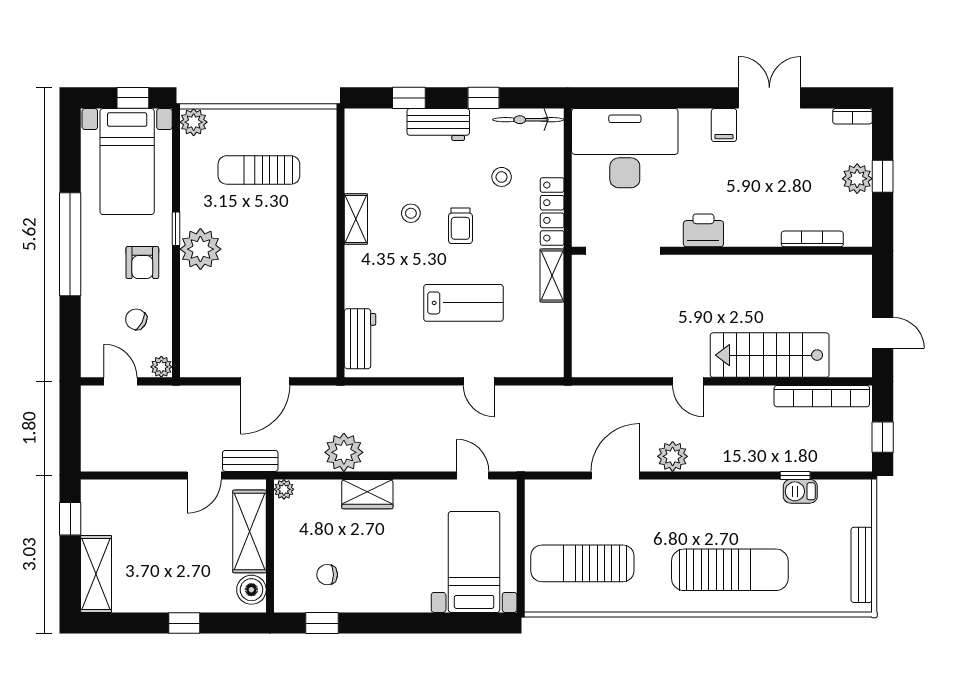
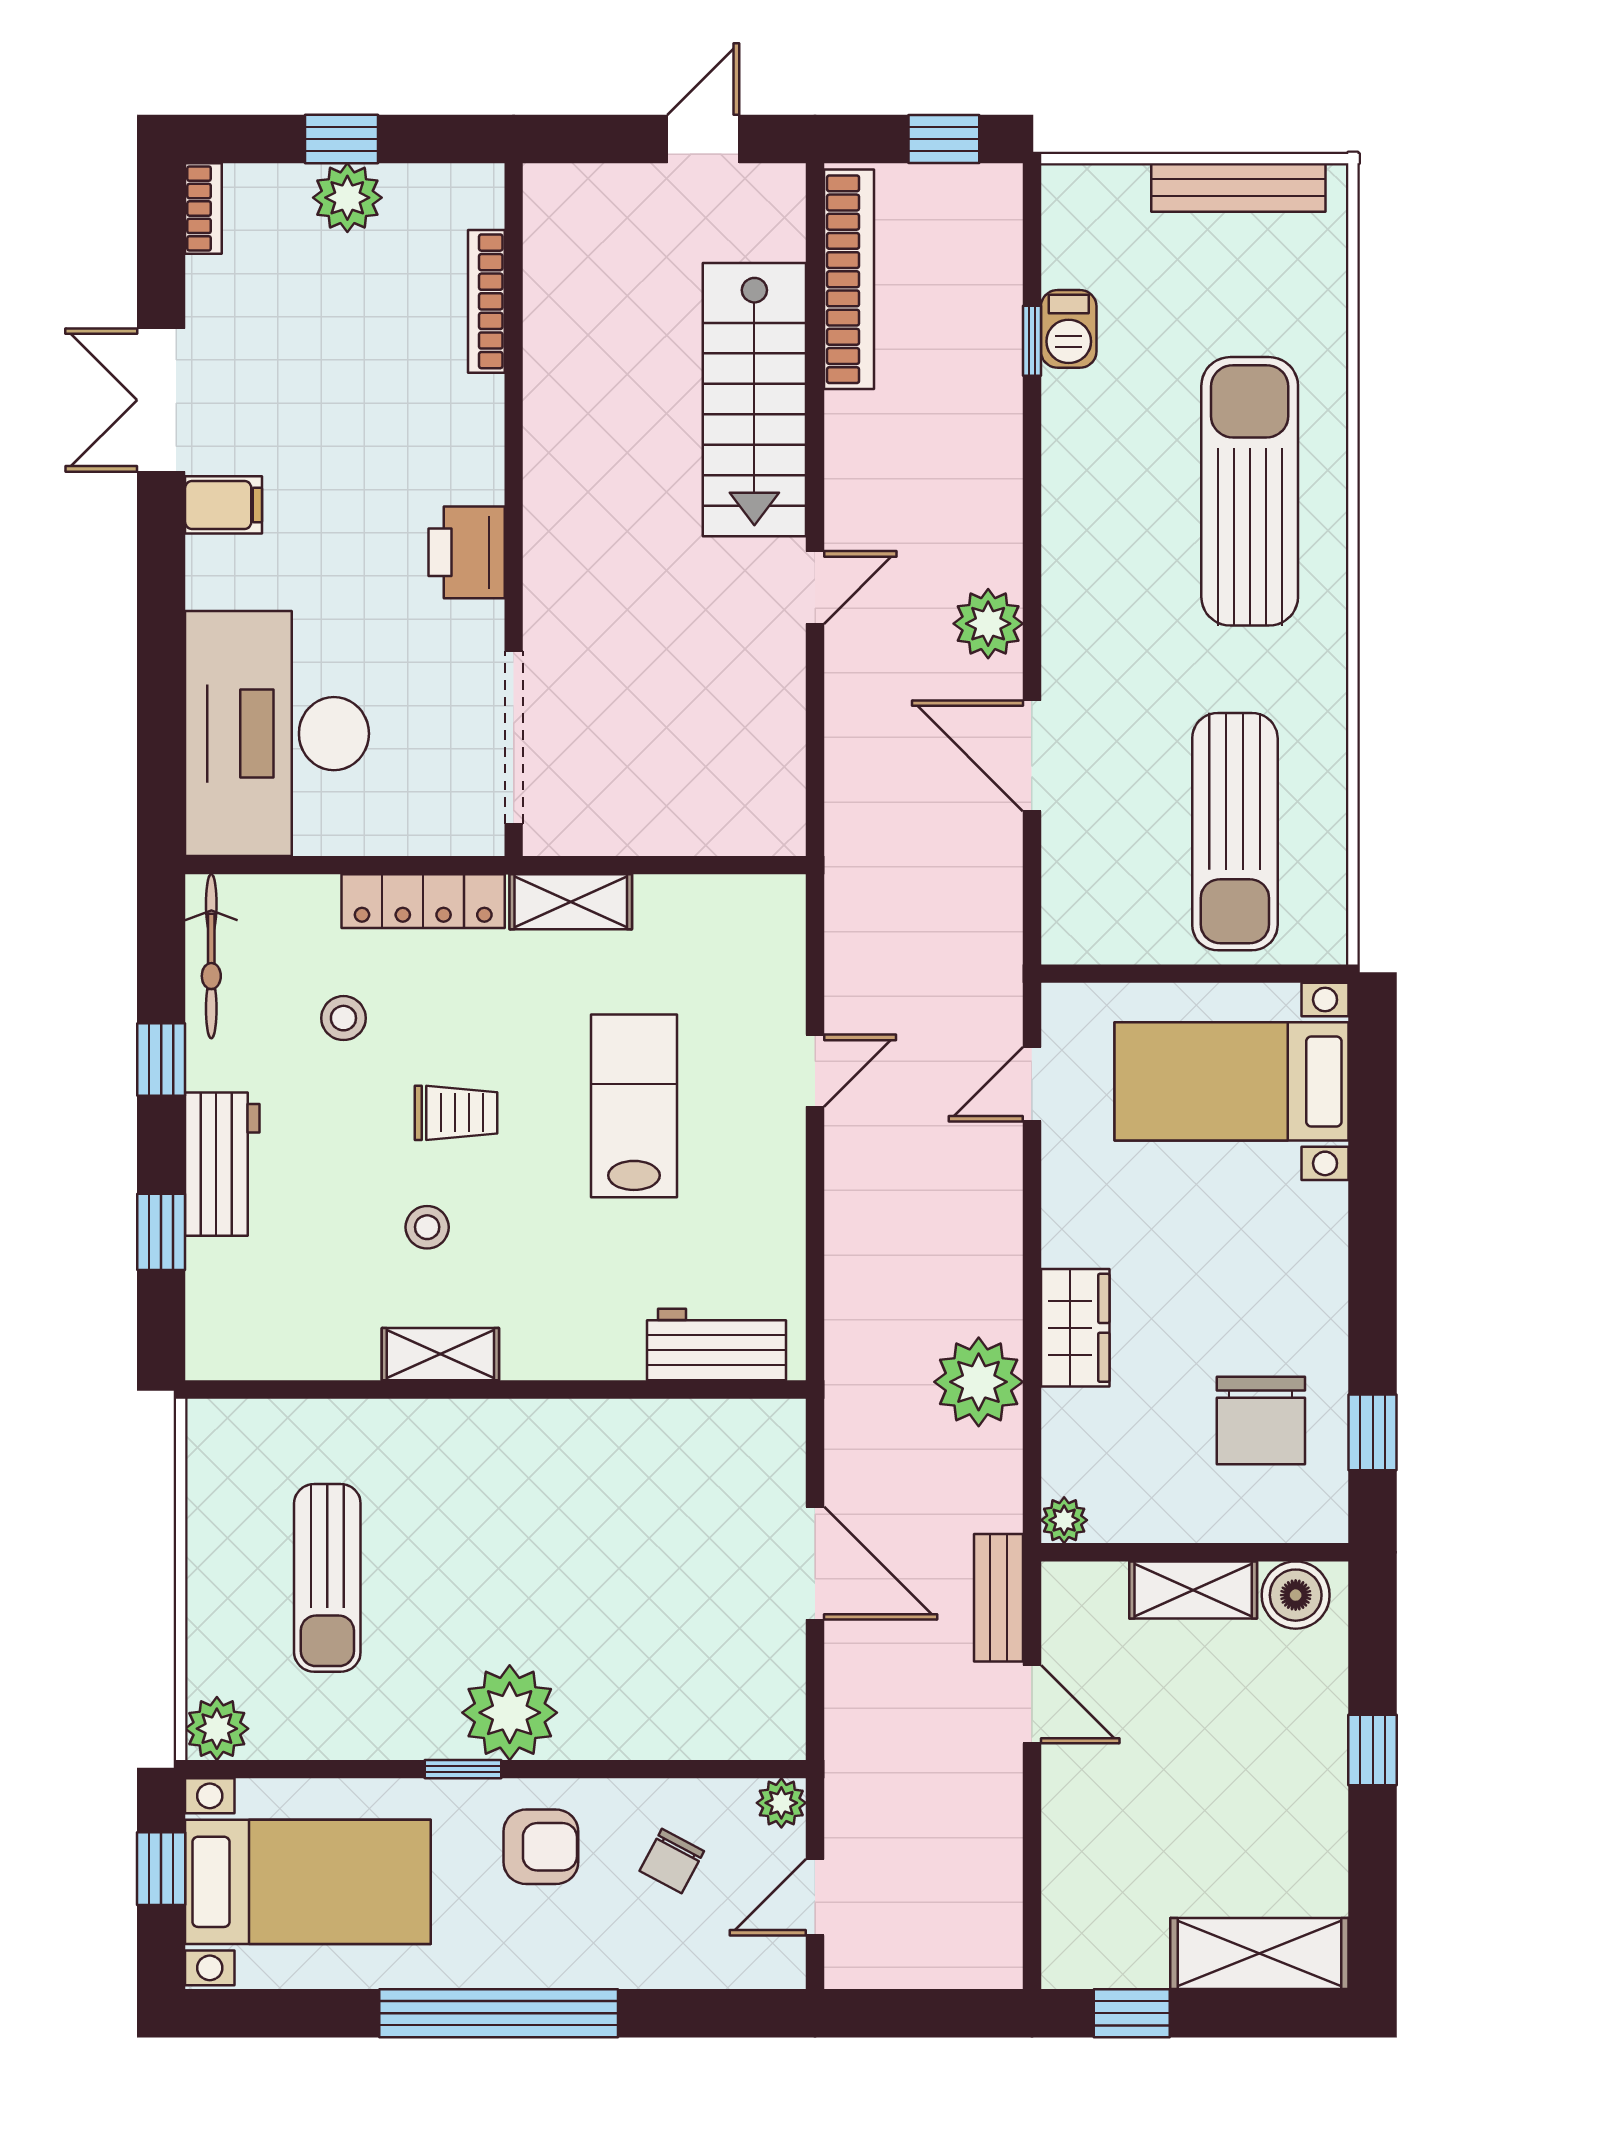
shelving: (249, 531) -> (1193, 1590), width x0.67, depth x0.75
chair: (327, 575) -> (1261, 1421), width x1.87, depth x1.87

